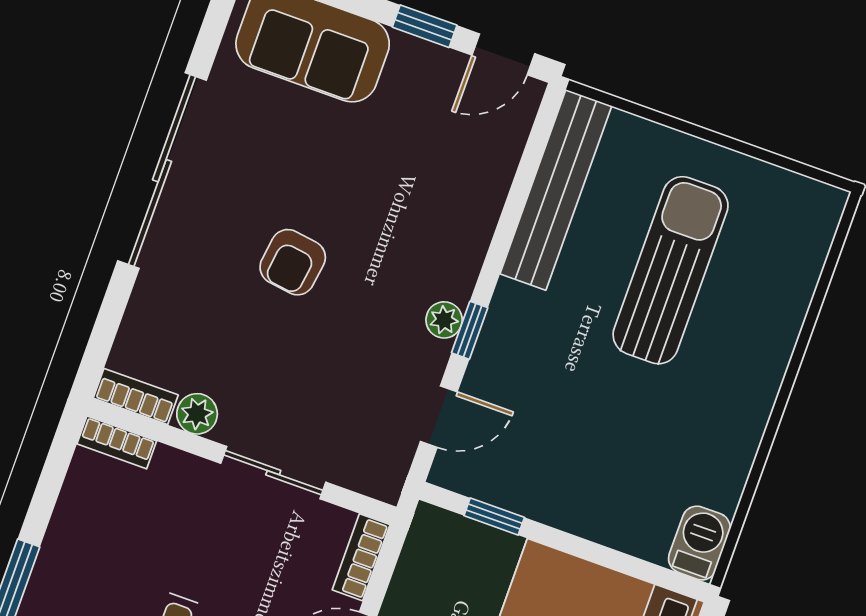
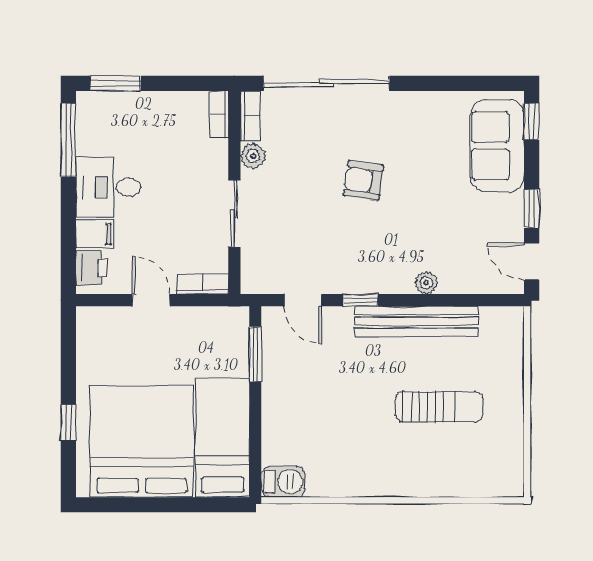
sliding door: (162, 171) -> (326, 83), moved
bench: (556, 190) -> (416, 321), moved
sun lounger: (671, 270) -> (439, 407), width x0.73, depth x0.75
plant: (444, 320) -> (426, 283), moved
window: (494, 517) -> (255, 354), width x1.50

